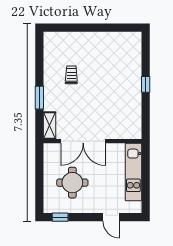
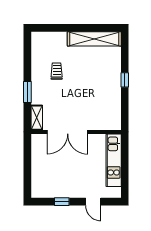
shelving: (112, 40) -> (94, 39), added
round table: (72, 183) -> (58, 170), removed
window: (60, 217) -> (62, 202), moved

